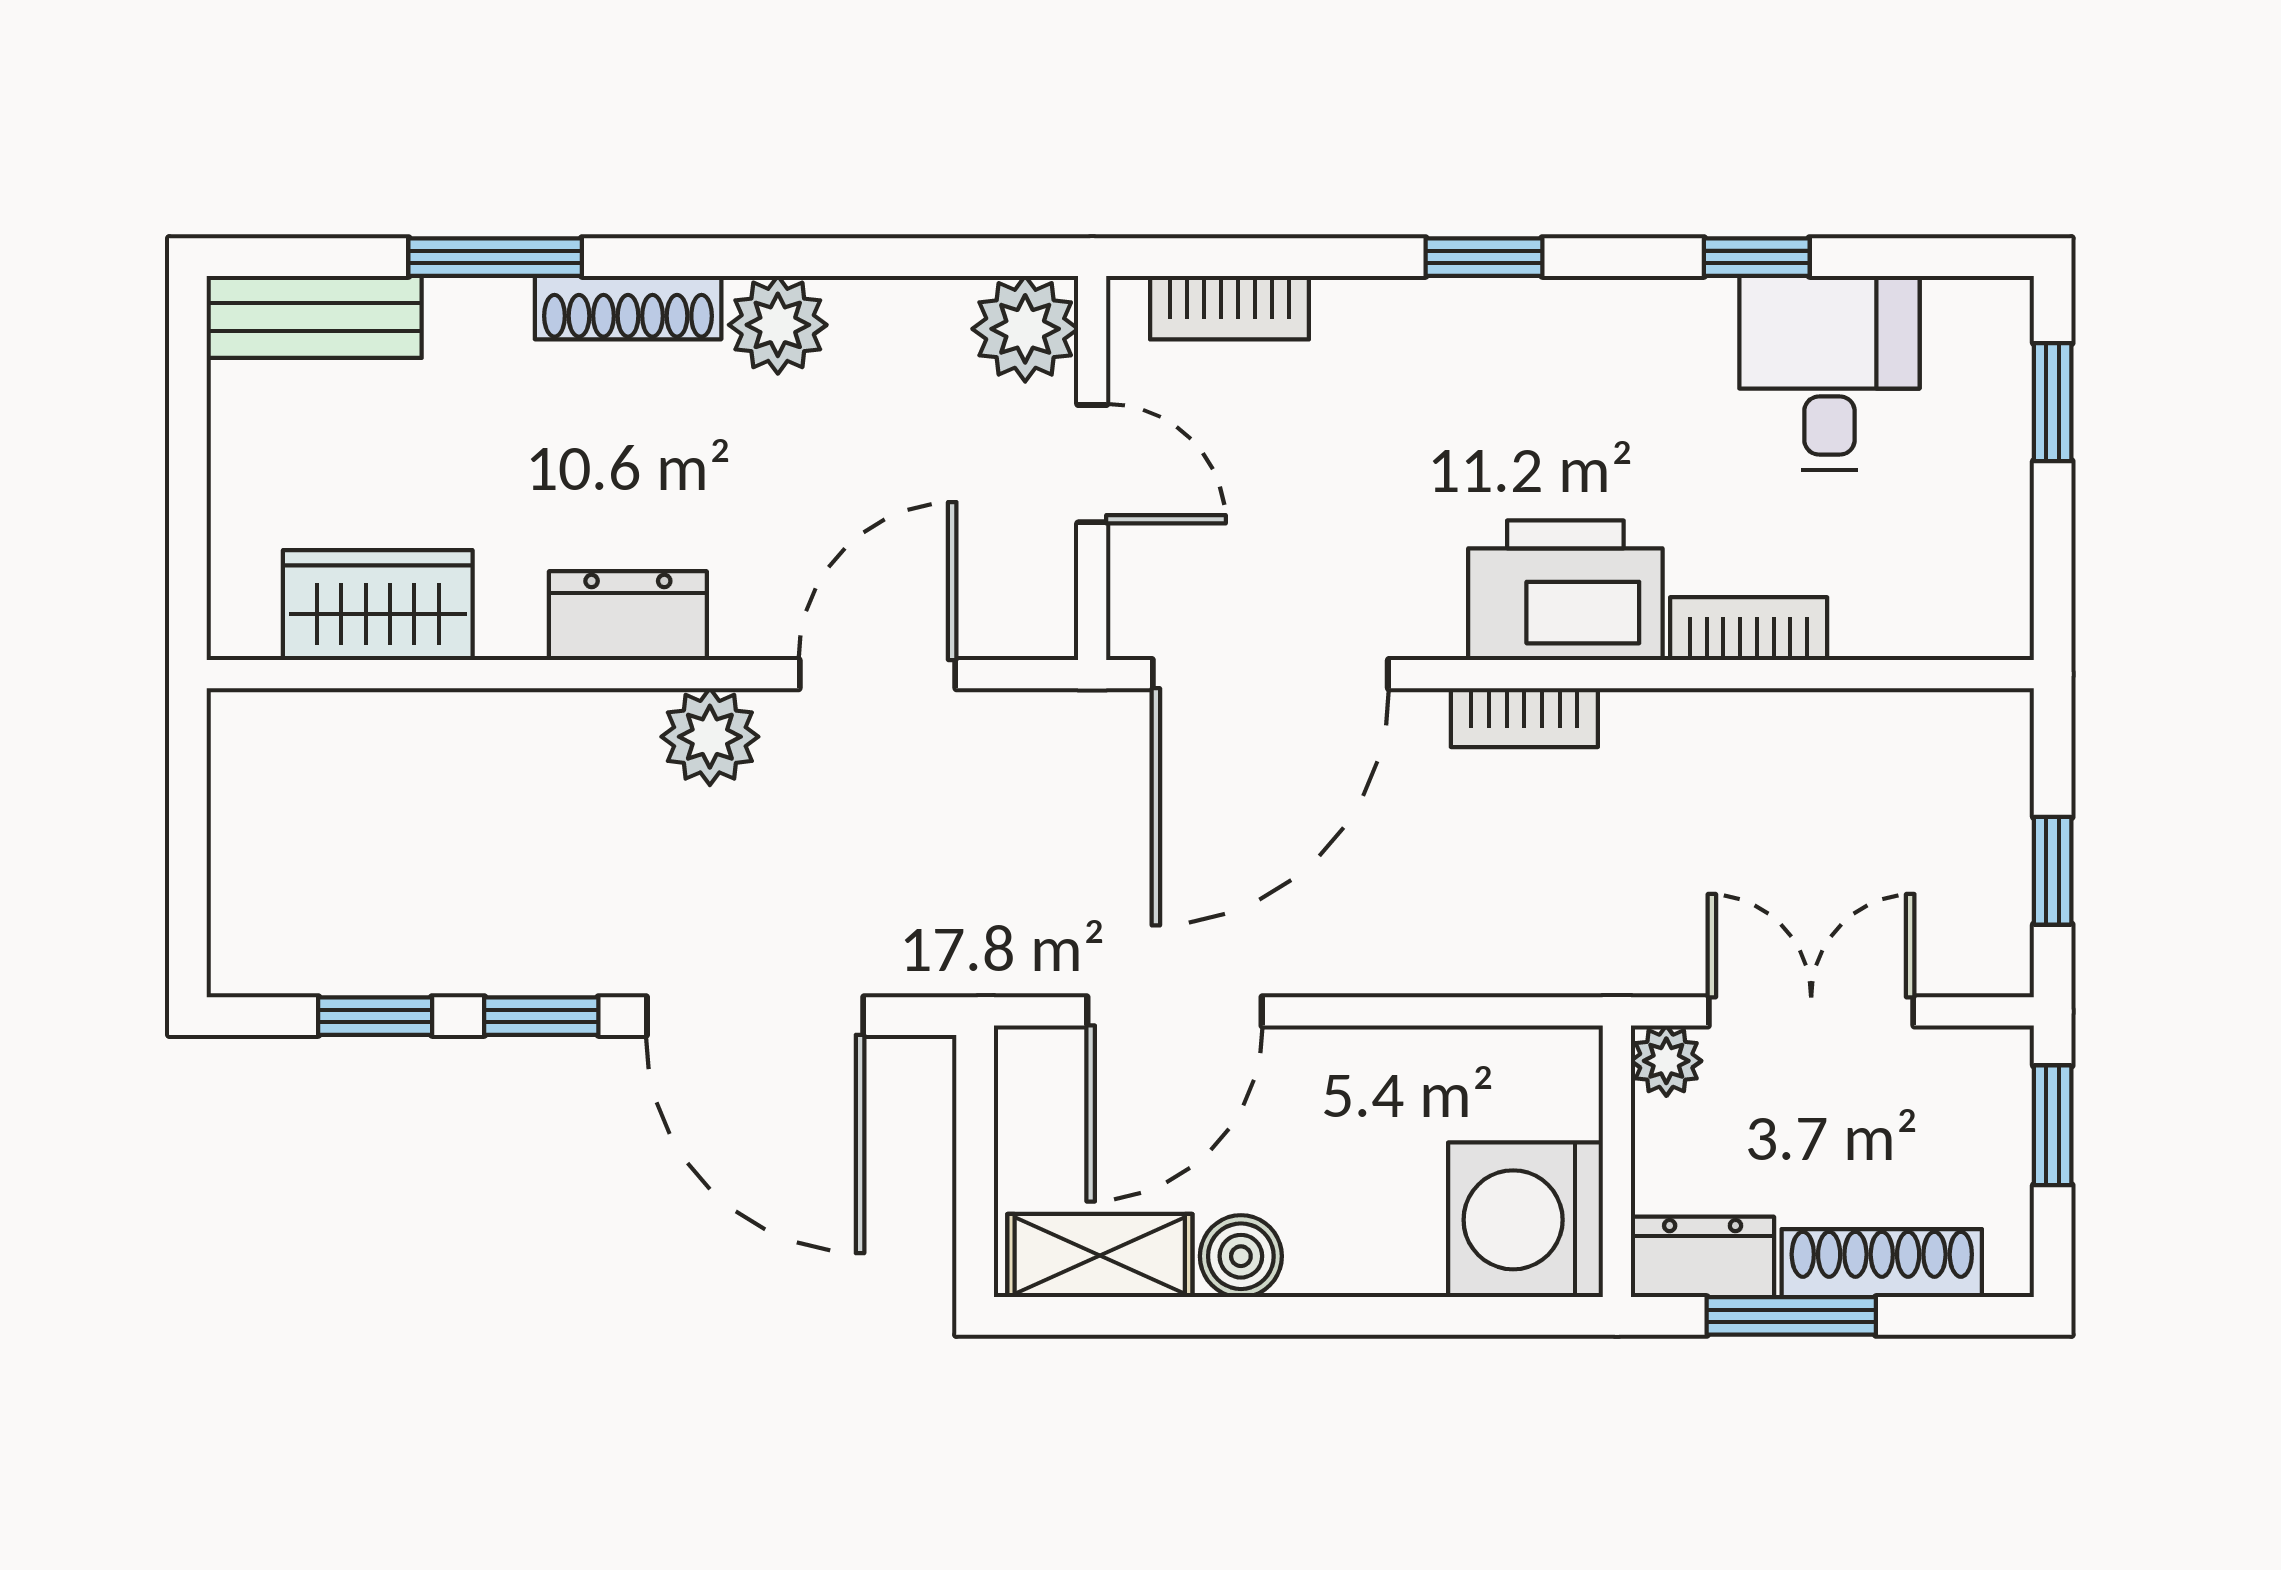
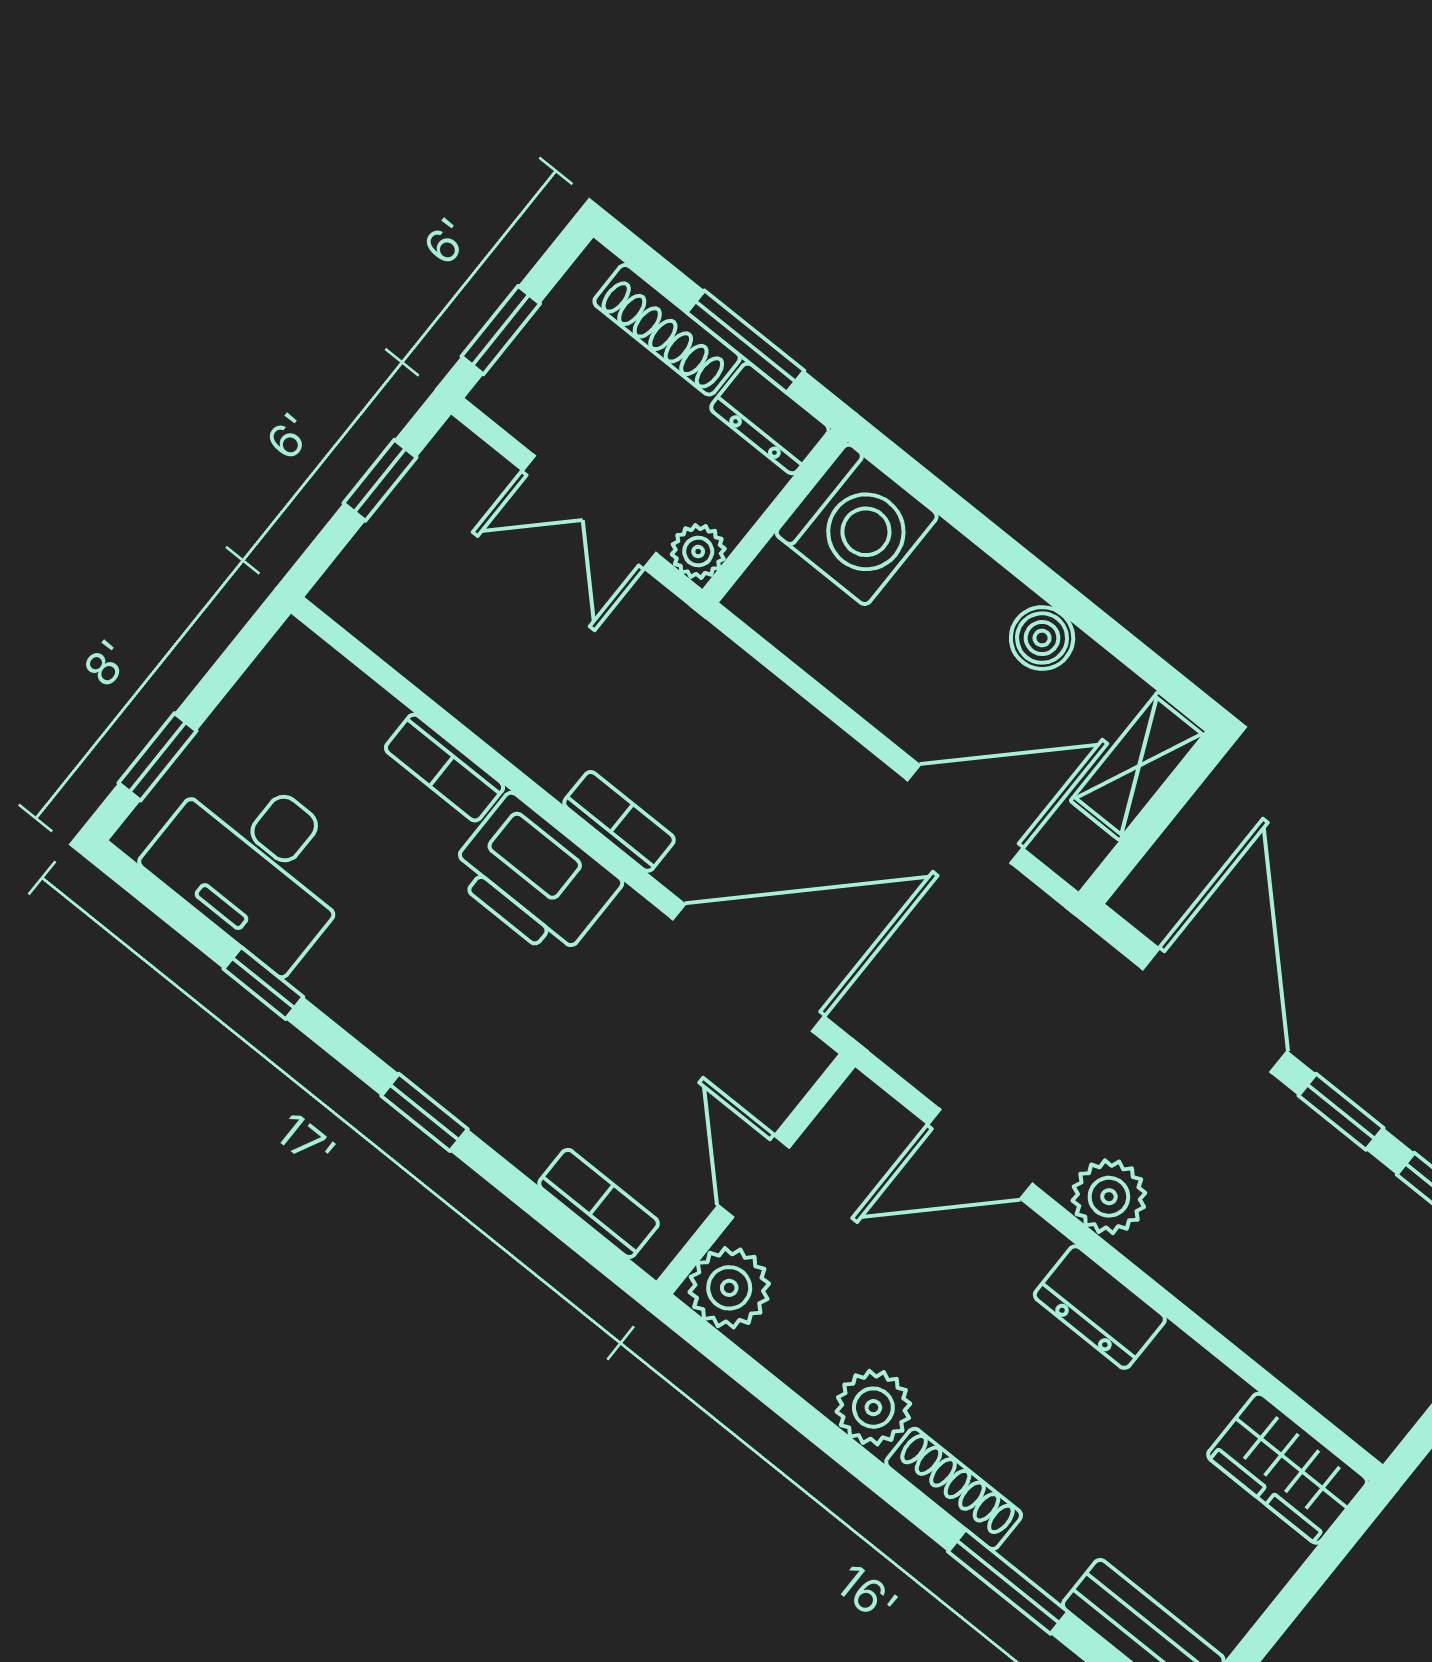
desk: (1829, 373) -> (256, 864), width x1.37
wardrobe: (378, 605) -> (1288, 1468), moved
shelving: (1100, 1256) -> (1139, 766), moved, turned 90

